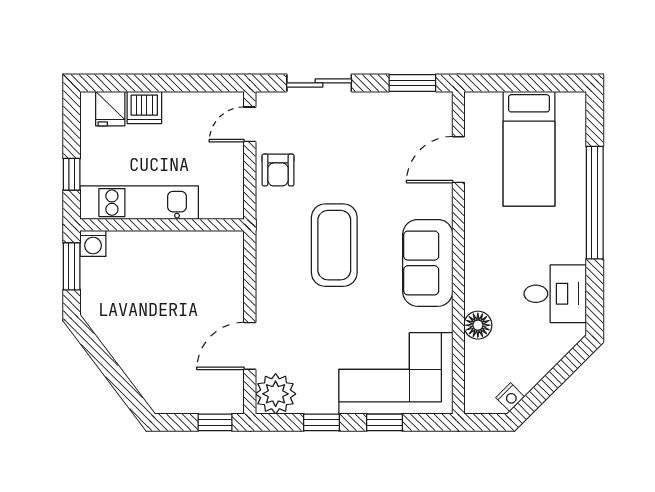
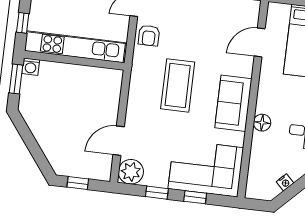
kitchen unit: (139, 203) -> (75, 47), width x1.36
floor lamp: (478, 325) -> (262, 123), moved
nightstand: (510, 397) -> (285, 182), moved
window: (215, 422) -> (78, 183), moved

